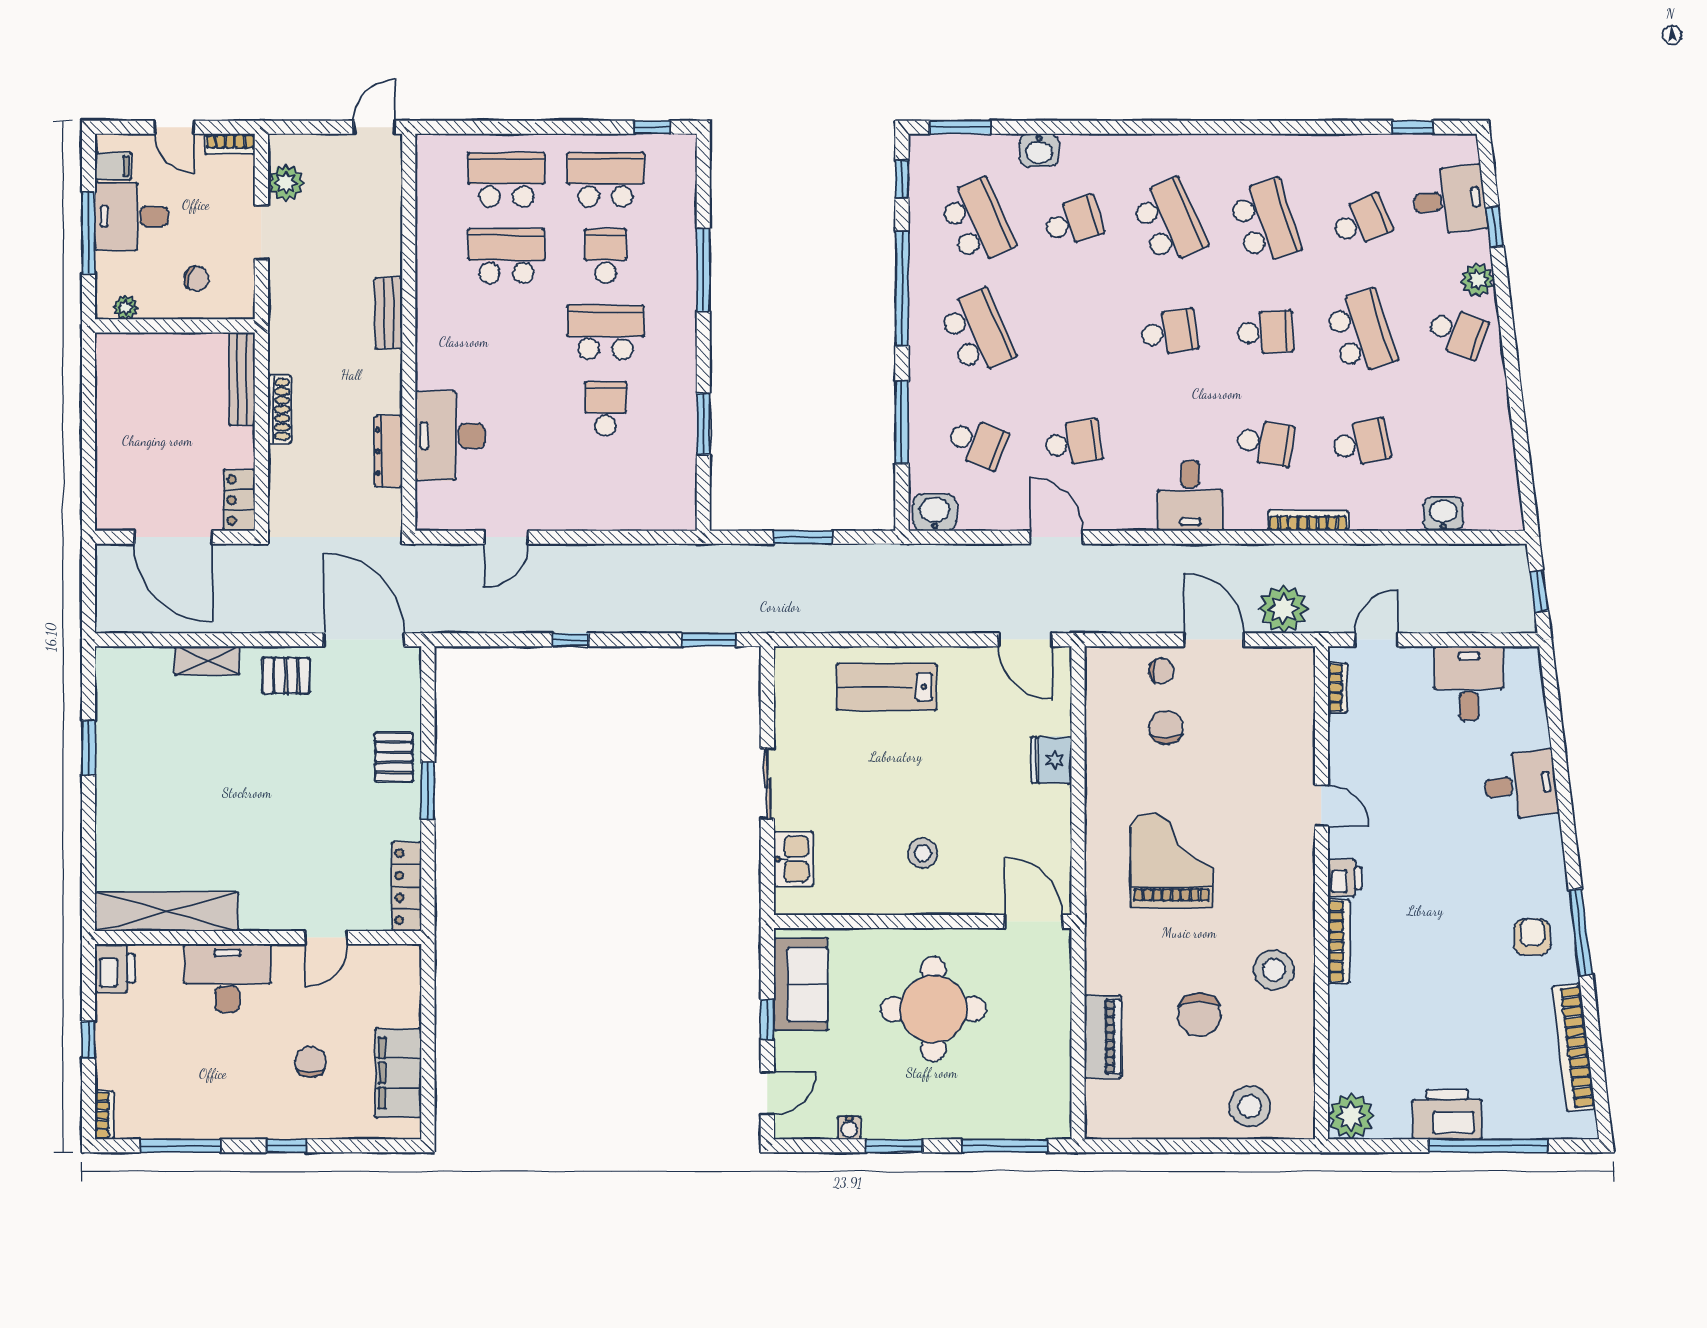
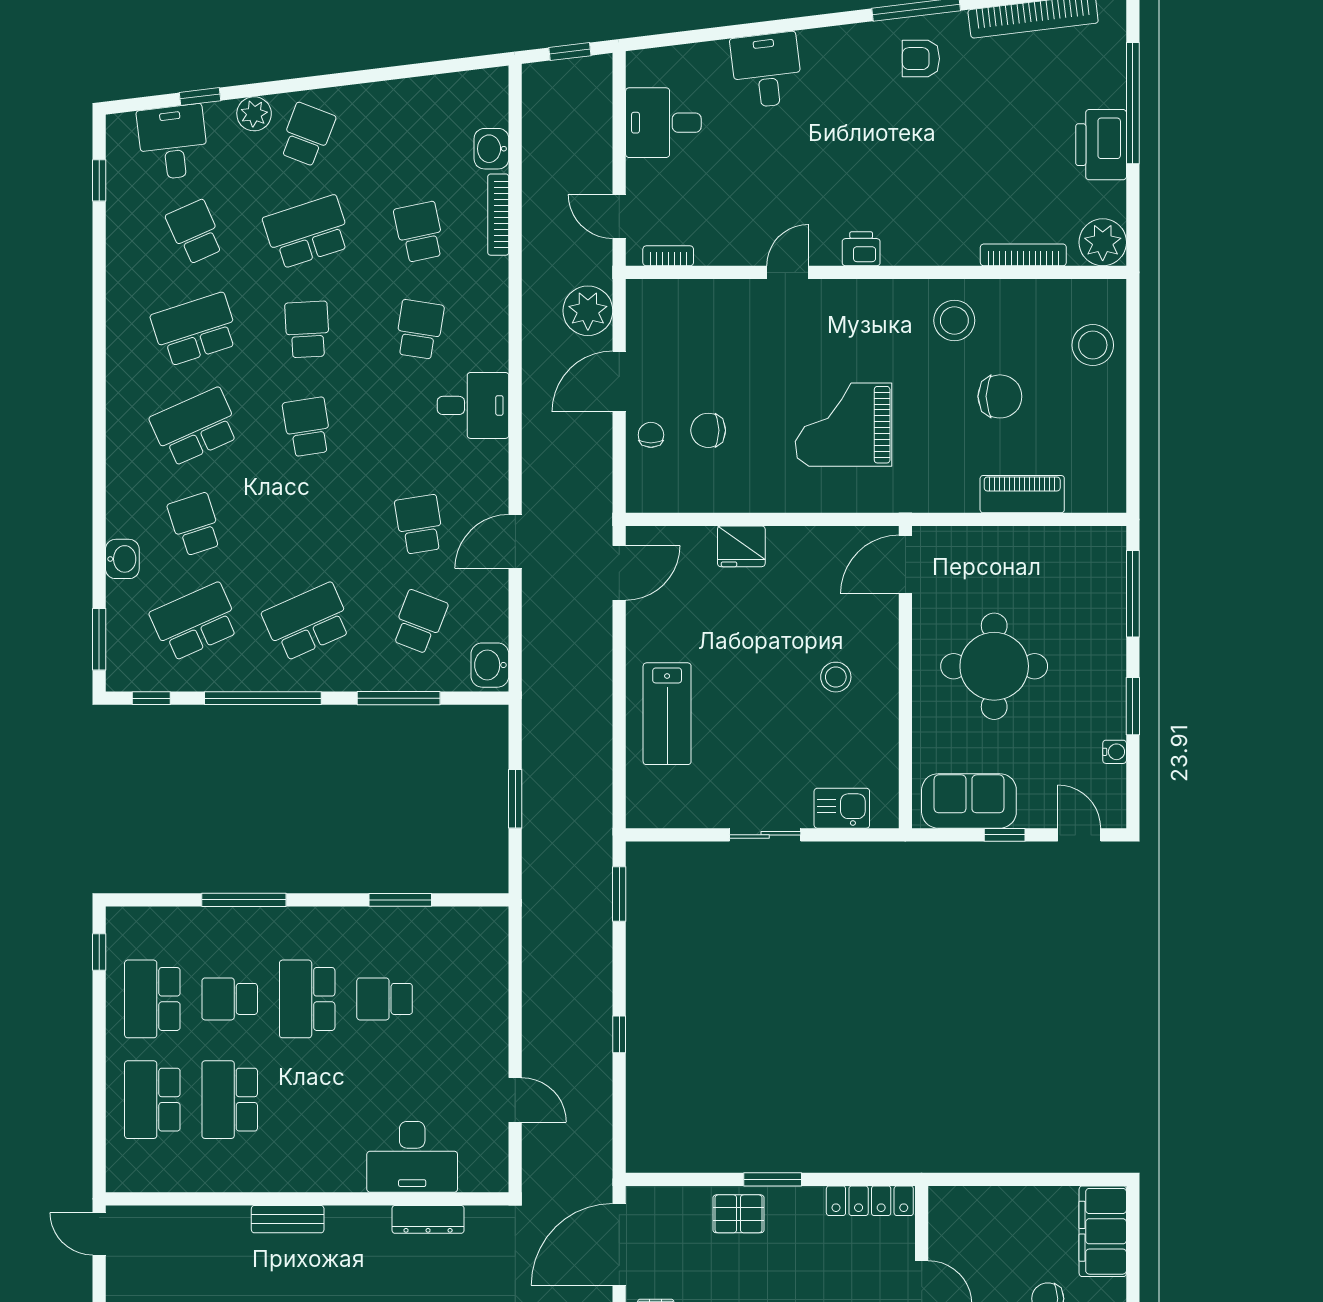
bookcase: (1308, 521) -> (498, 215), moved
bookcase: (1339, 941) -> (1023, 255), moved
filing cabinet: (398, 1073) -> (1103, 1231), moved, turned 90

